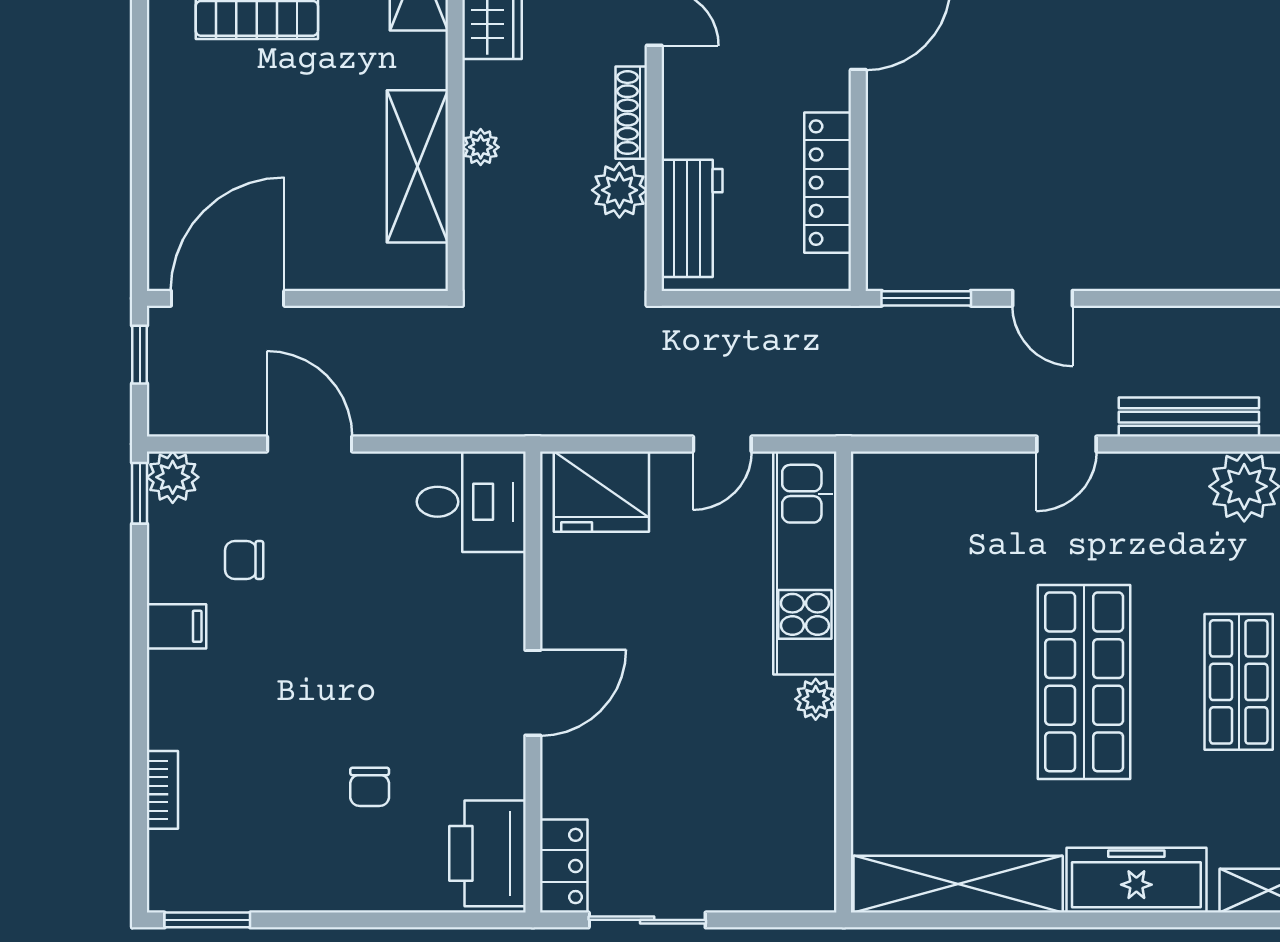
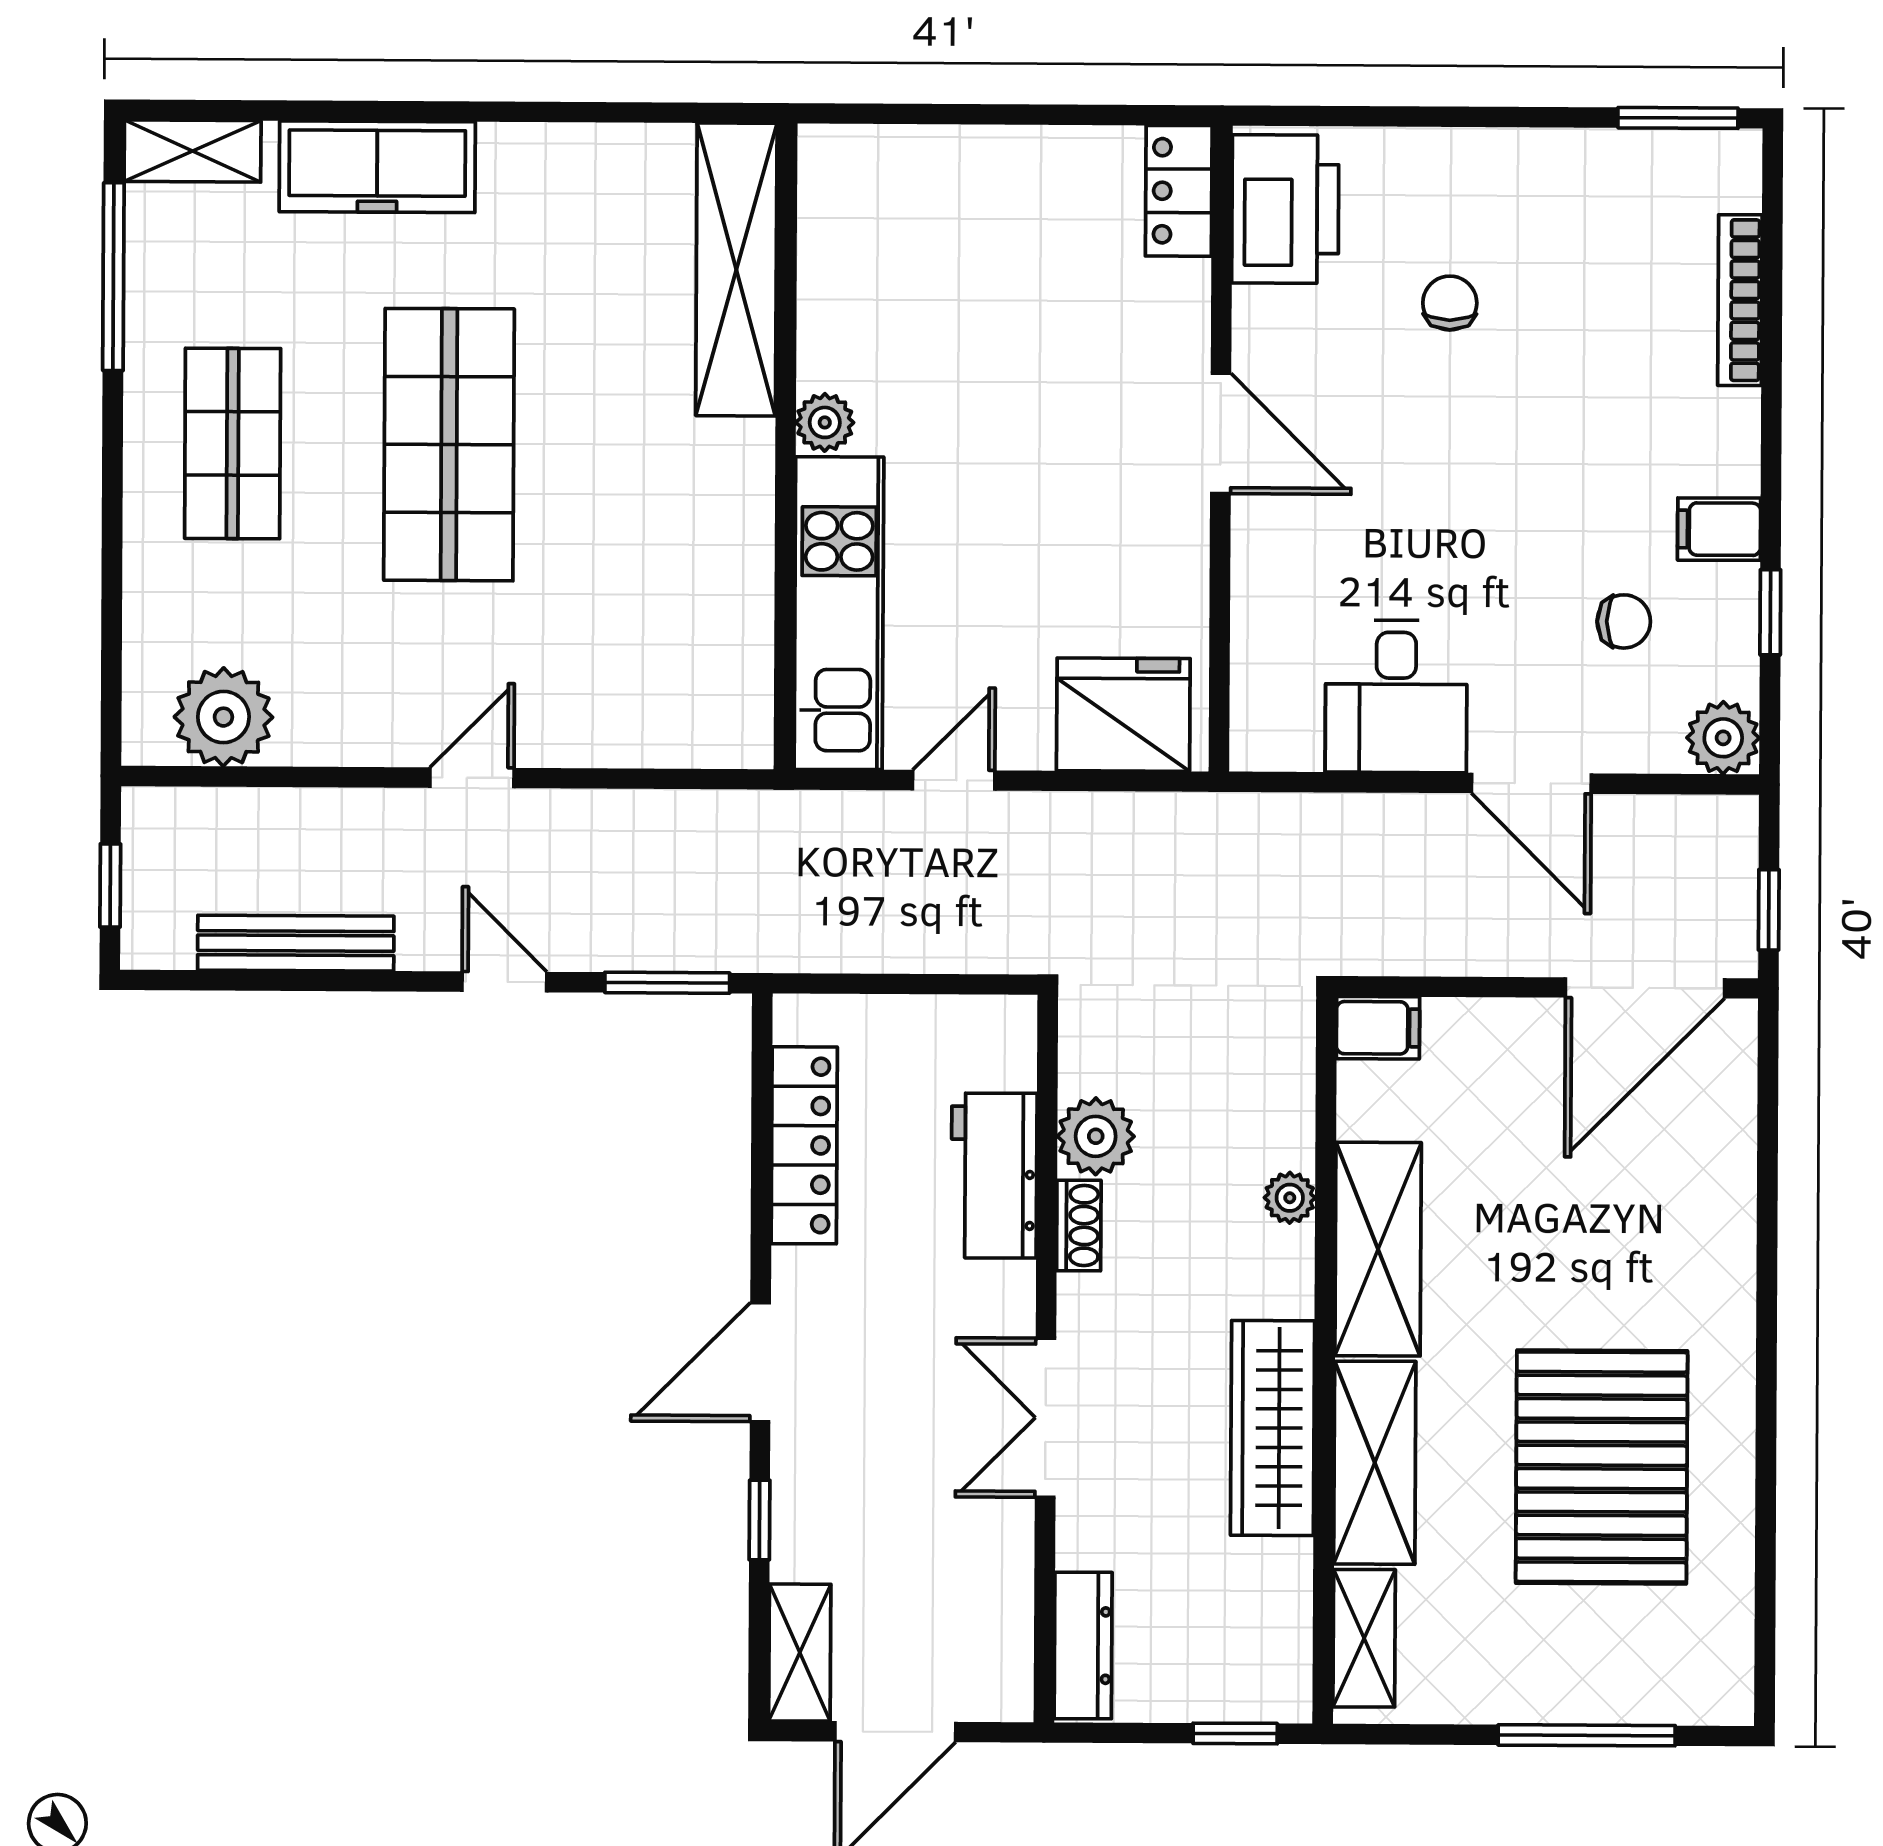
shoe rack: (631, 113) -> (1079, 1225), width x0.70
shelving: (417, 166) -> (1378, 1249), moved
workbench: (692, 218) -> (994, 1176), moved
filing cabinet: (418, 269) -> (1378, 1028), added
bench: (1189, 417) -> (296, 943), moved
window: (140, 493) -> (1770, 612), moved
desk: (471, 502) -> (1396, 696), moved, turned -90
door: (533, 693) -> (1221, 433), swing flipped
bookcase: (162, 790) -> (1740, 300), width x1.56
shelving: (958, 884) -> (736, 270), moved, turned 90
sliding door: (647, 920) -> (1062, 115), removed

